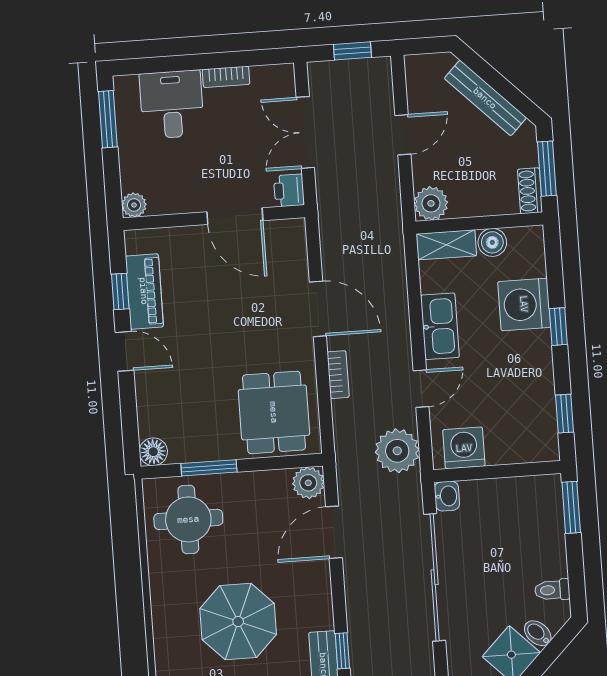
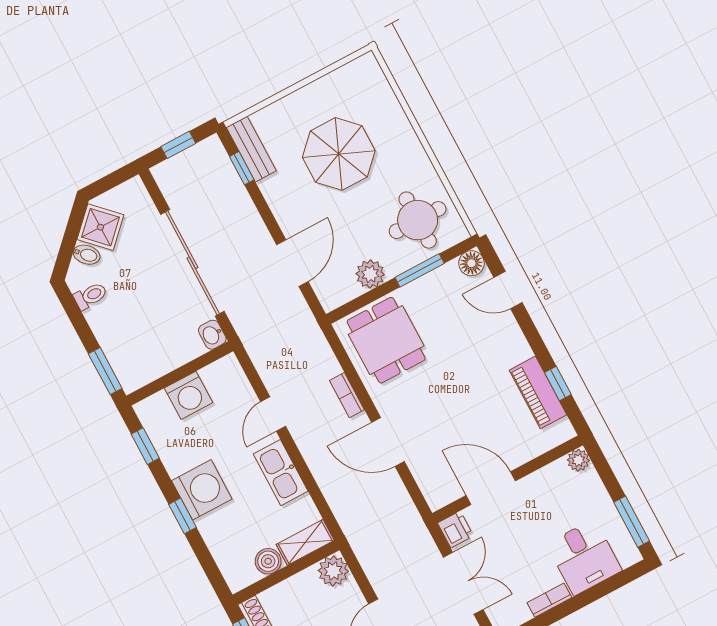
washing machine: (524, 304) -> (202, 490), moved
door: (124, 351) -> (508, 290), moved
washing machine: (464, 448) -> (189, 395), moved
plant: (397, 451) -> (270, 354), removed
plant: (308, 483) -> (370, 274), moved

